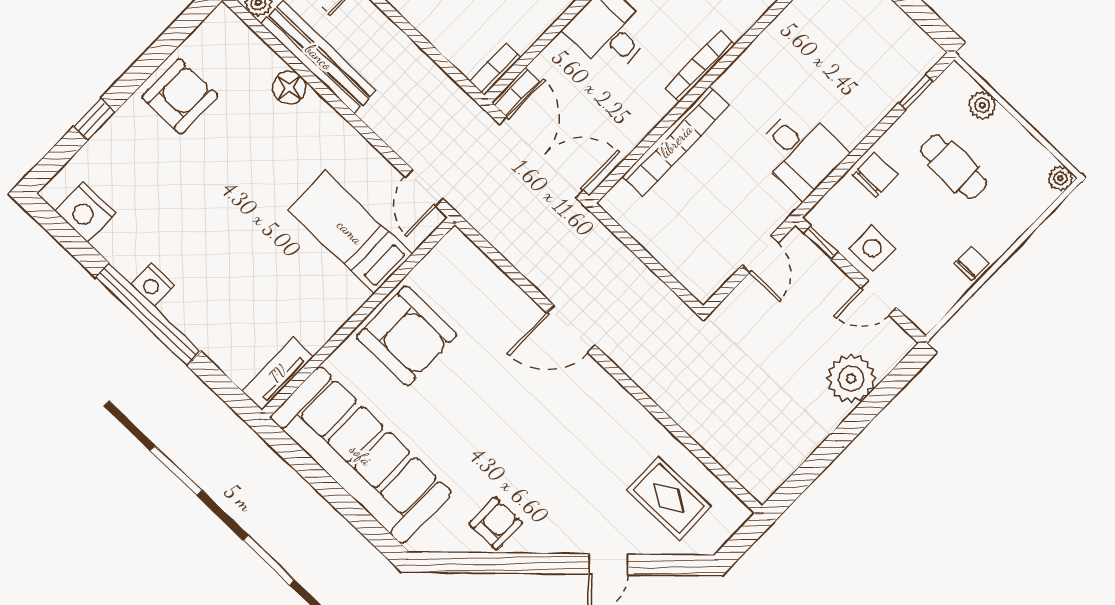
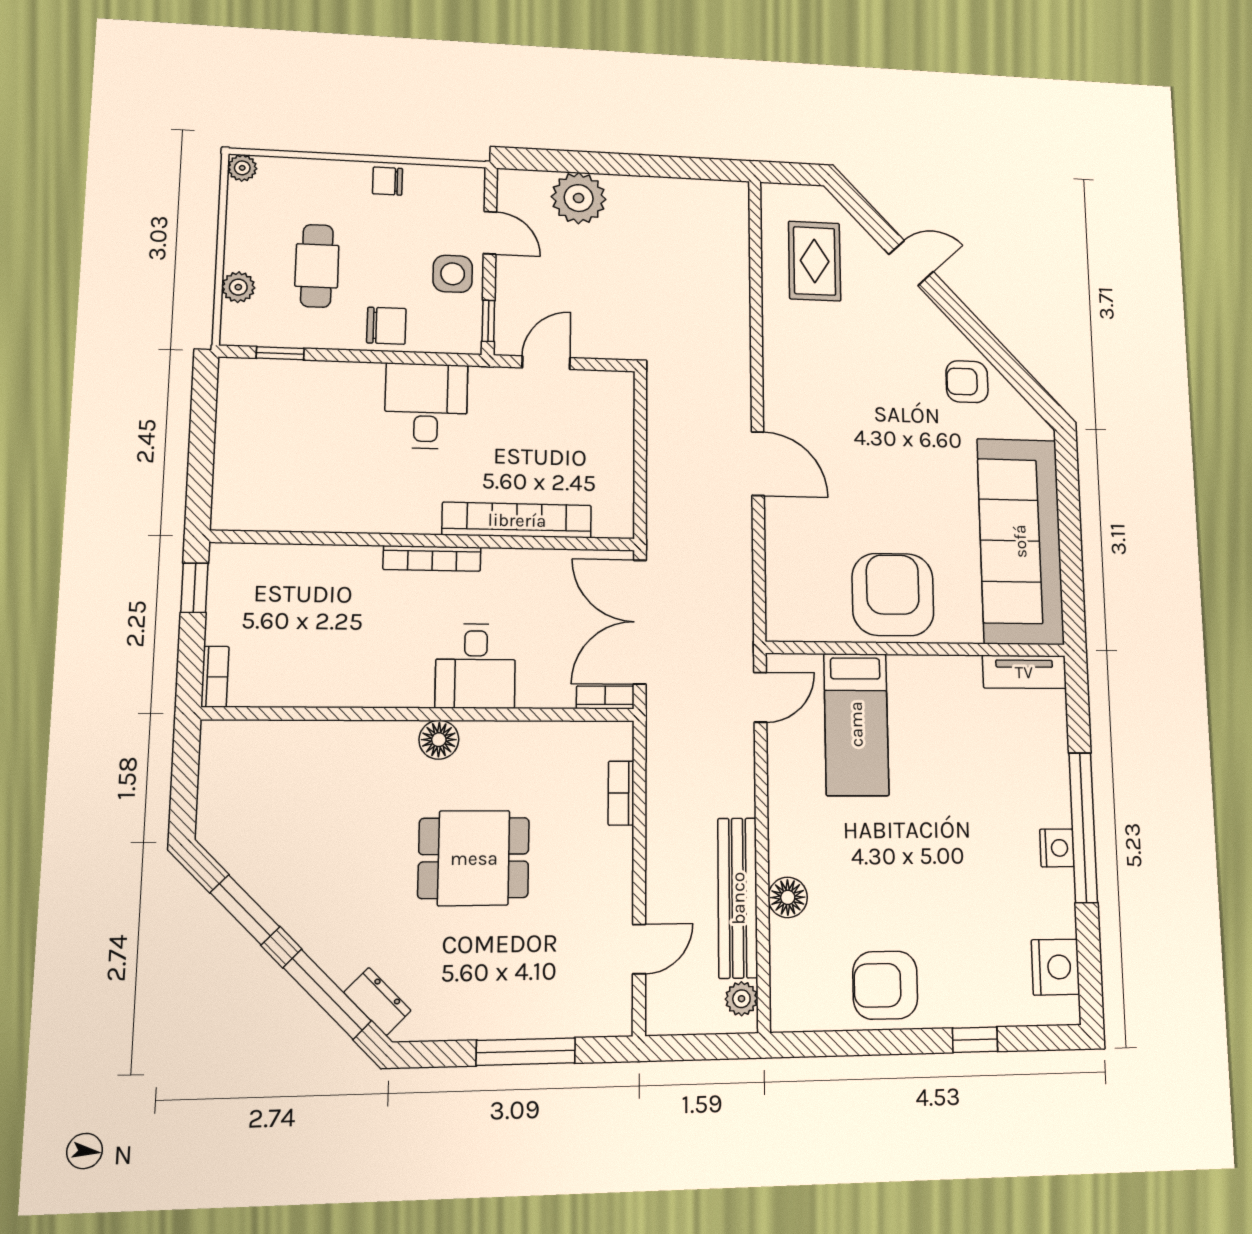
bookcase: (495, 69) -> (621, 793), moved, turned 90
chair: (875, 175) -> (386, 326), turned 180

